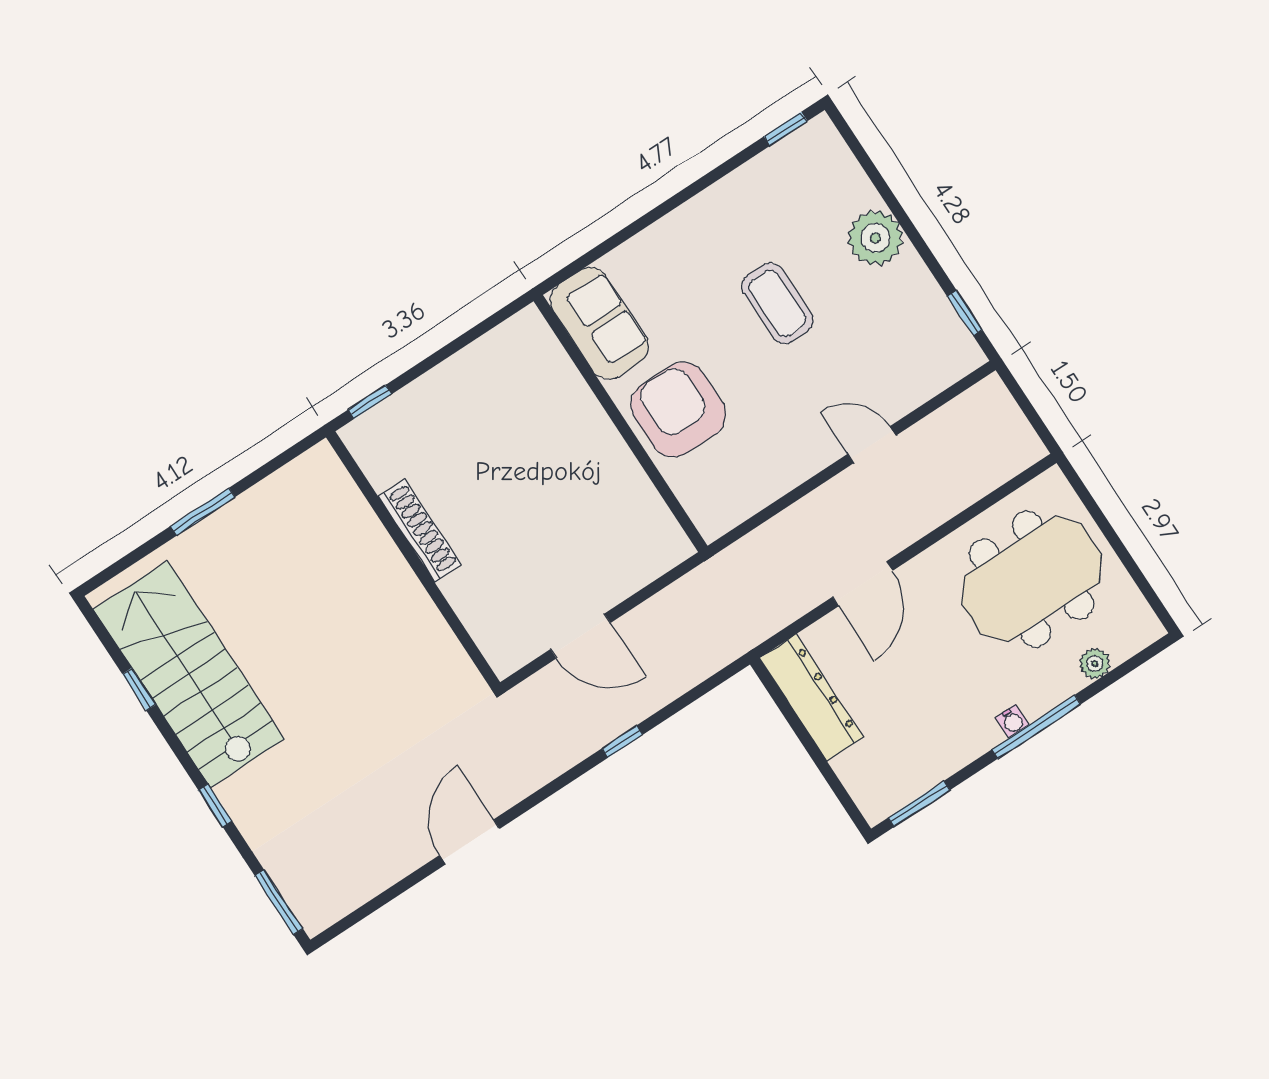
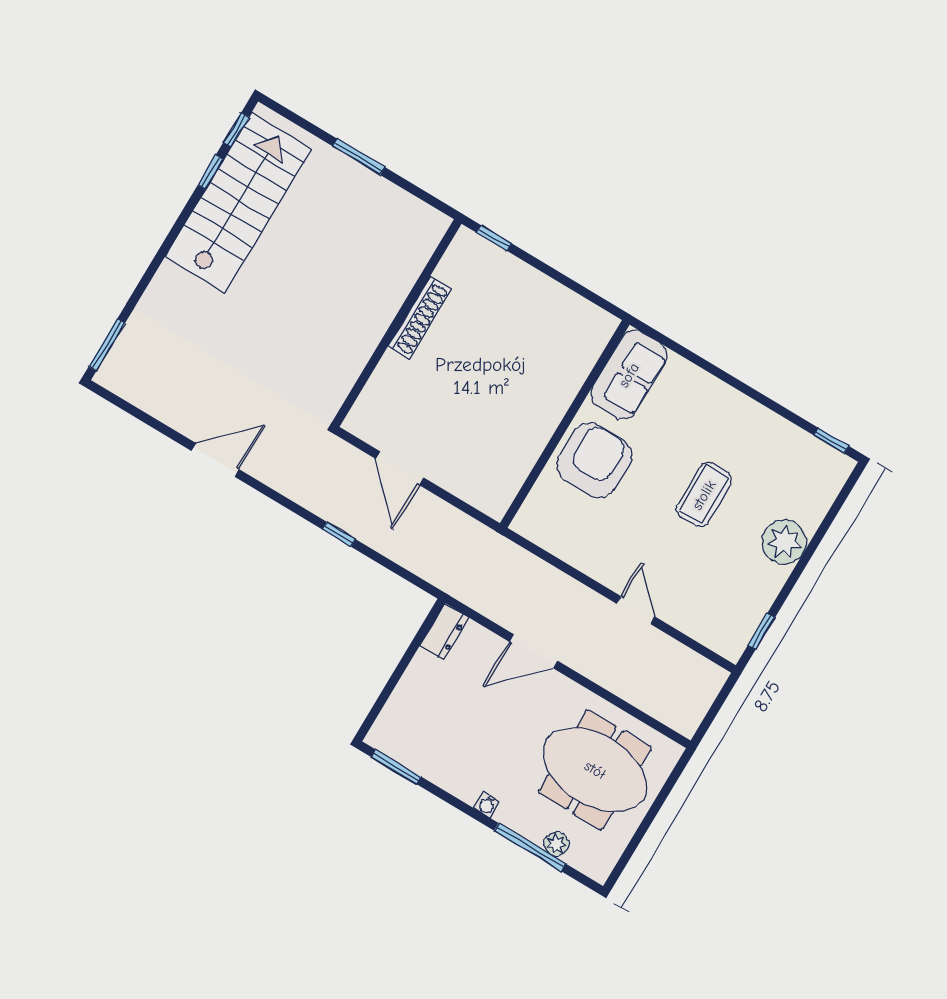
dresser: (811, 698) -> (444, 632), width x0.51, depth x0.80
window: (1036, 727) -> (530, 847), moved
window: (215, 806) -> (236, 130), moved

